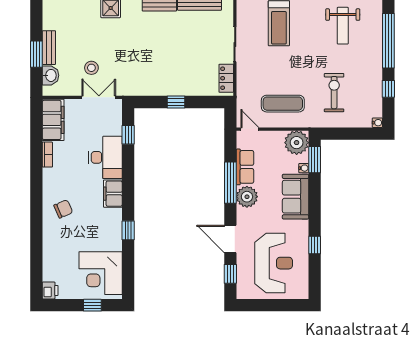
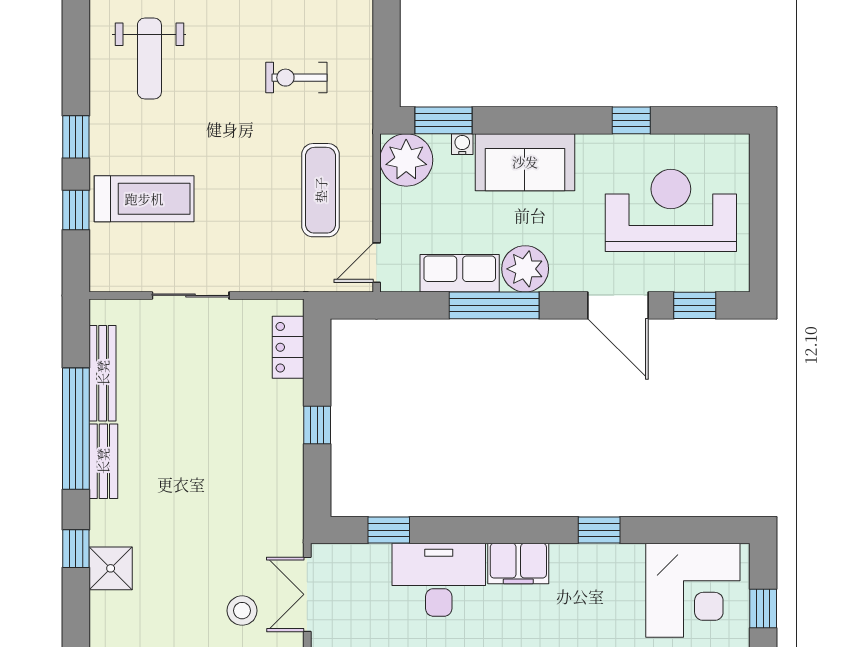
weight bench: (343, 26) -> (149, 58), turned 90
locker: (226, 78) -> (288, 347), moved, turned 90
exercise bike: (334, 93) -> (296, 78), width x0.73, depth x0.72
door: (230, 239) -> (618, 305), hinge flipped

